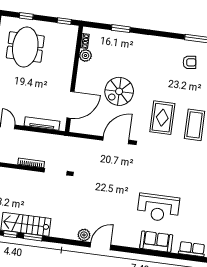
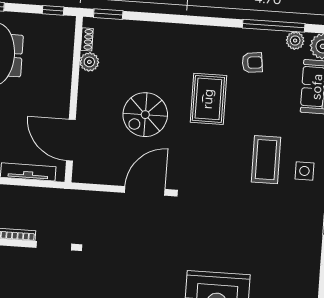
window: (121, 29) -> (108, 14), moved
door: (71, 105) -> (71, 140), swing flipped
rug: (162, 118) -> (208, 99), moved

